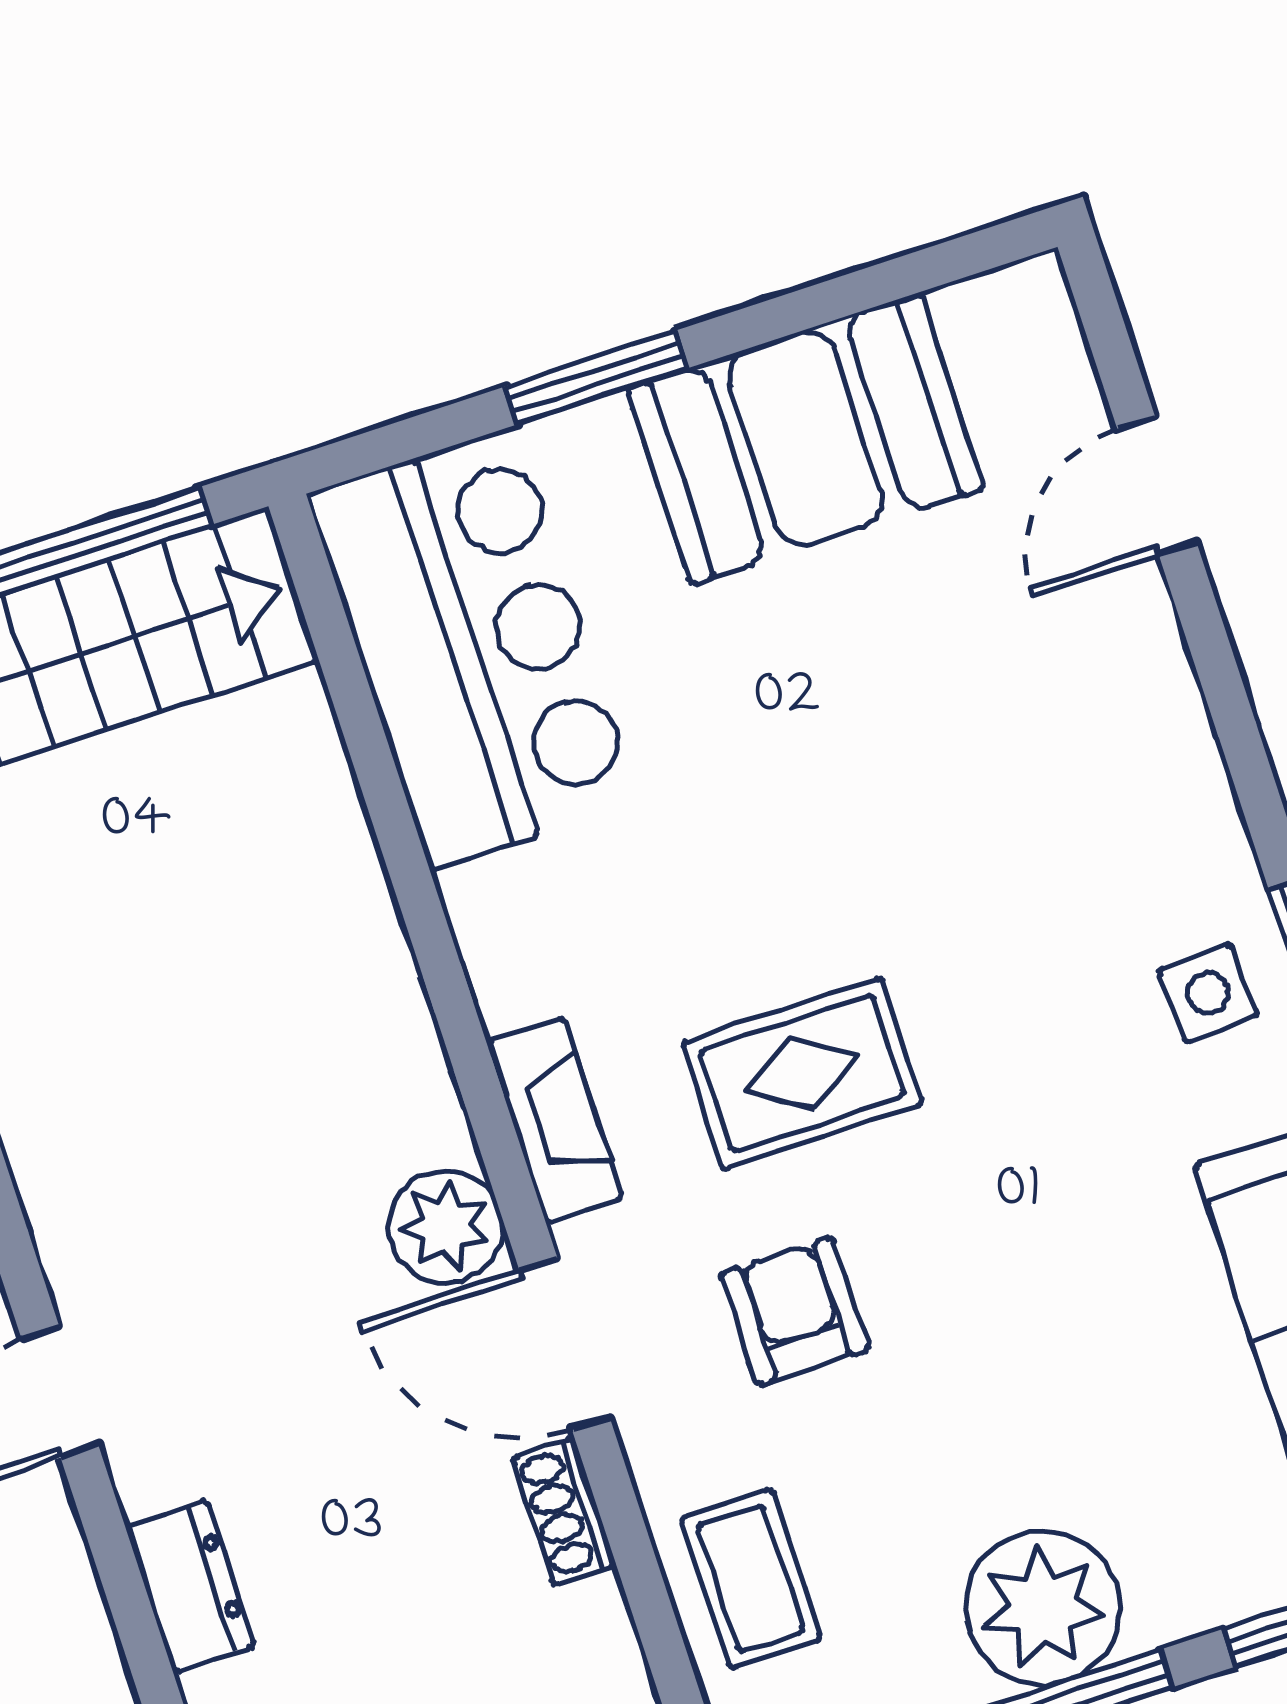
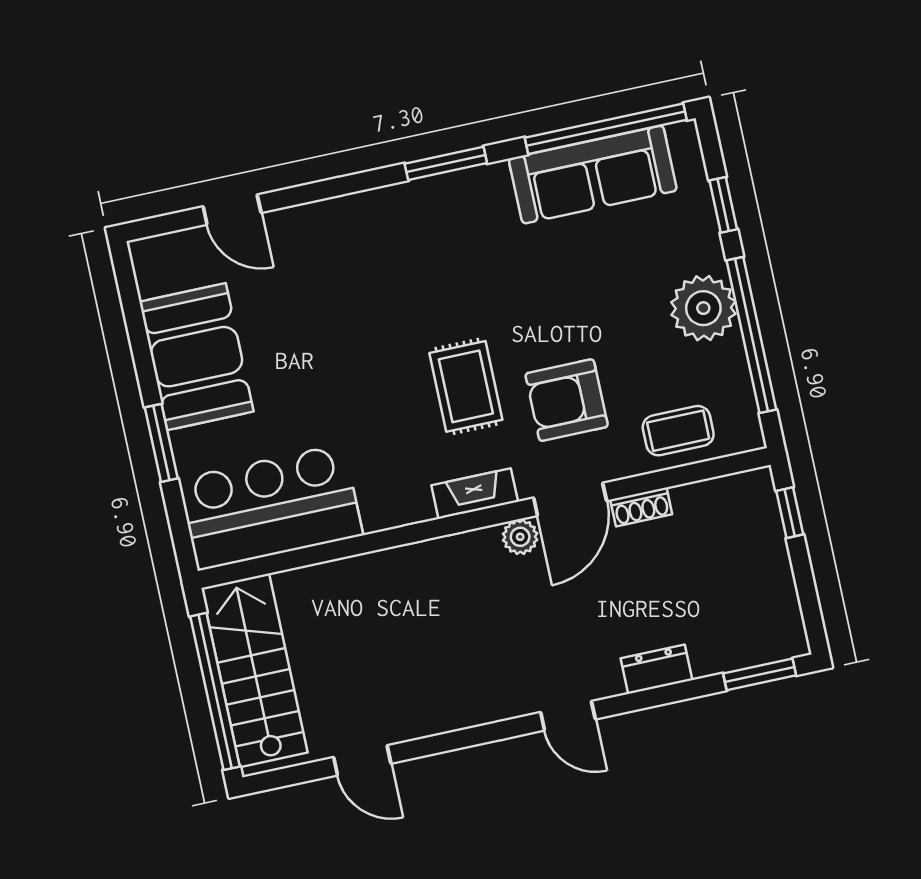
side table: (1208, 993) -> (450, 211), removed
plant: (446, 1227) -> (520, 537), width x0.73, depth x0.73
armchair: (795, 1311) -> (567, 400), width x1.38, depth x1.38

